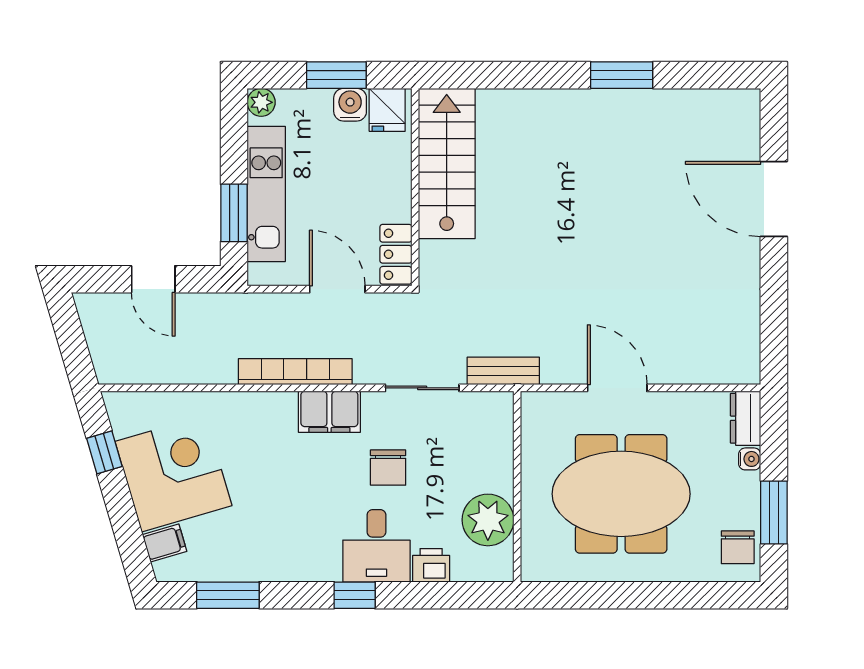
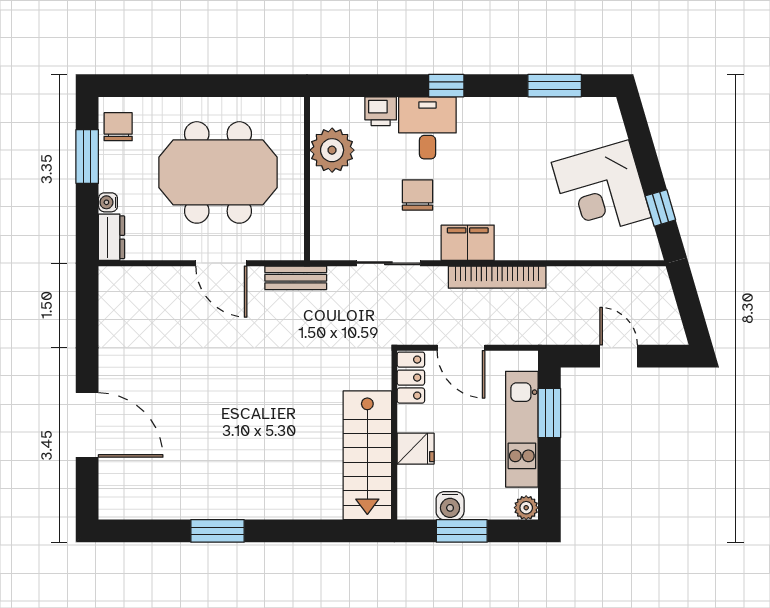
fridge: (387, 110) -> (416, 449), moved, turned 90
bench: (503, 371) -> (296, 278), moved
filing cabinet: (165, 543) -> (609, 130), removed

